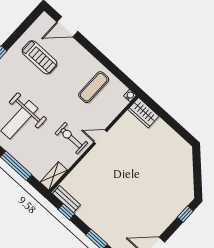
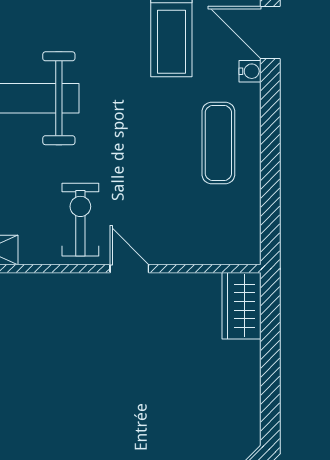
exercise mat: (94, 87) -> (218, 143), moved, turned 90
water cooler: (130, 96) -> (250, 71), moved

